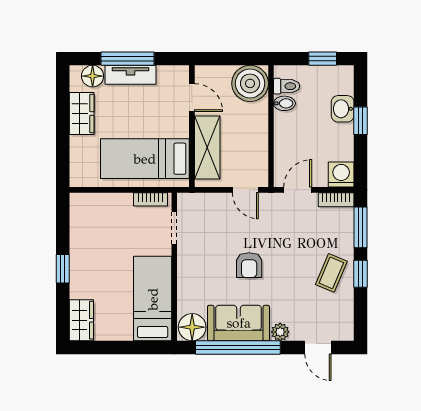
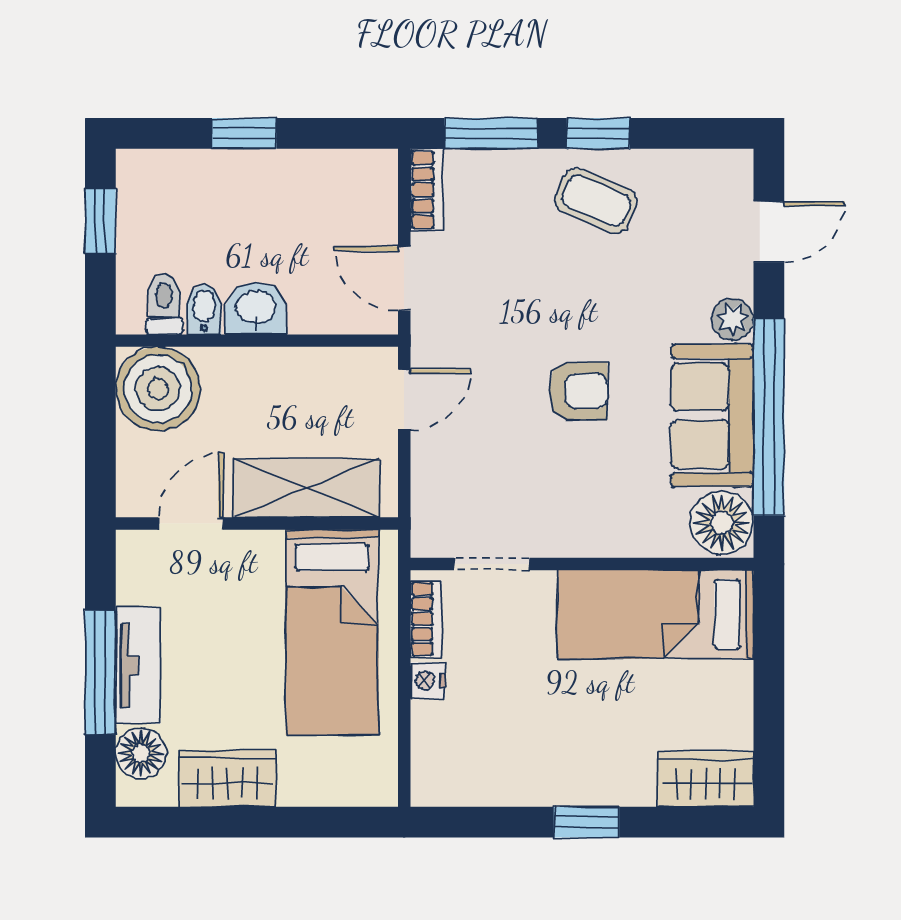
washbasin: (343, 109) -> (256, 308), moved, turned 180
washing machine: (341, 174) -> (369, 178), removed
nightstand: (124, 200) -> (428, 681), added

